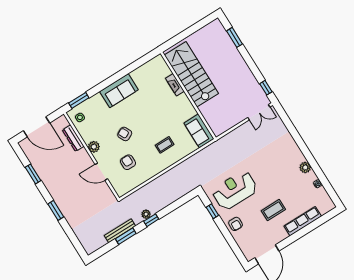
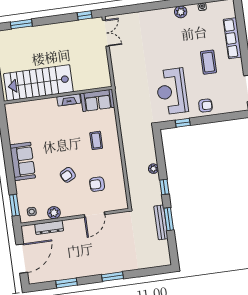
fireplace: (175, 85) -> (69, 100), moved
plant: (94, 147) -> (54, 213), moved
plant: (146, 214) -> (153, 169), moved

